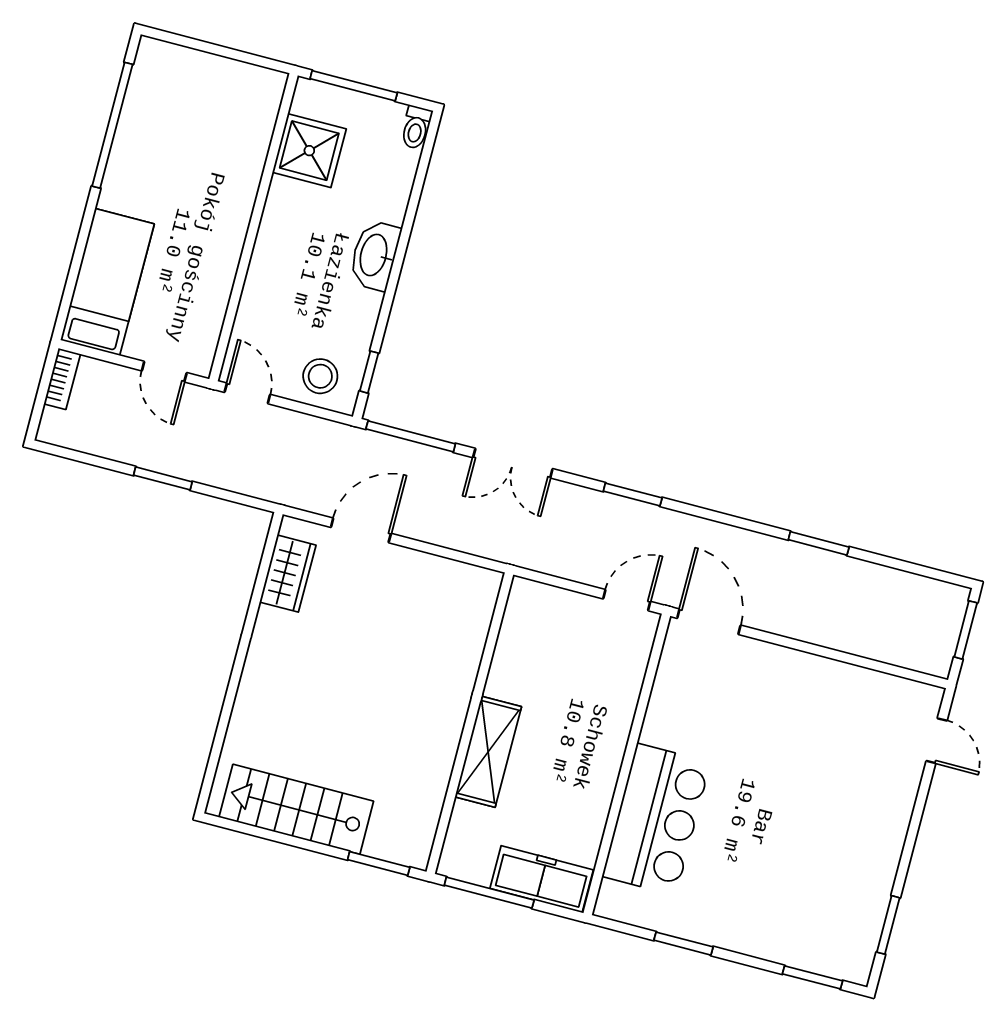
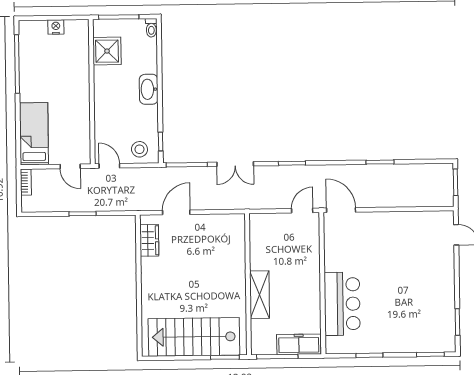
nightstand: (216, 70) -> (56, 27), added
stairs: (296, 809) -> (194, 337), width x1.36, depth x1.51

